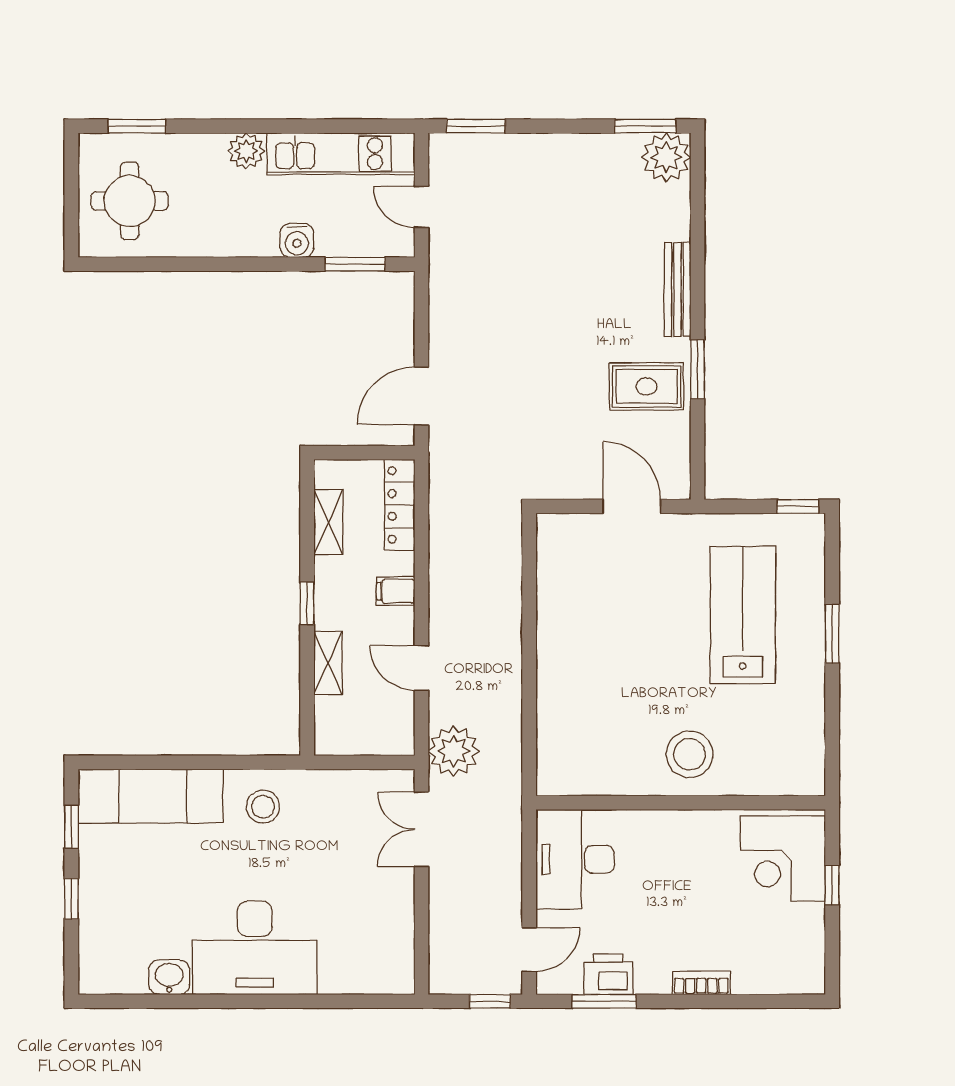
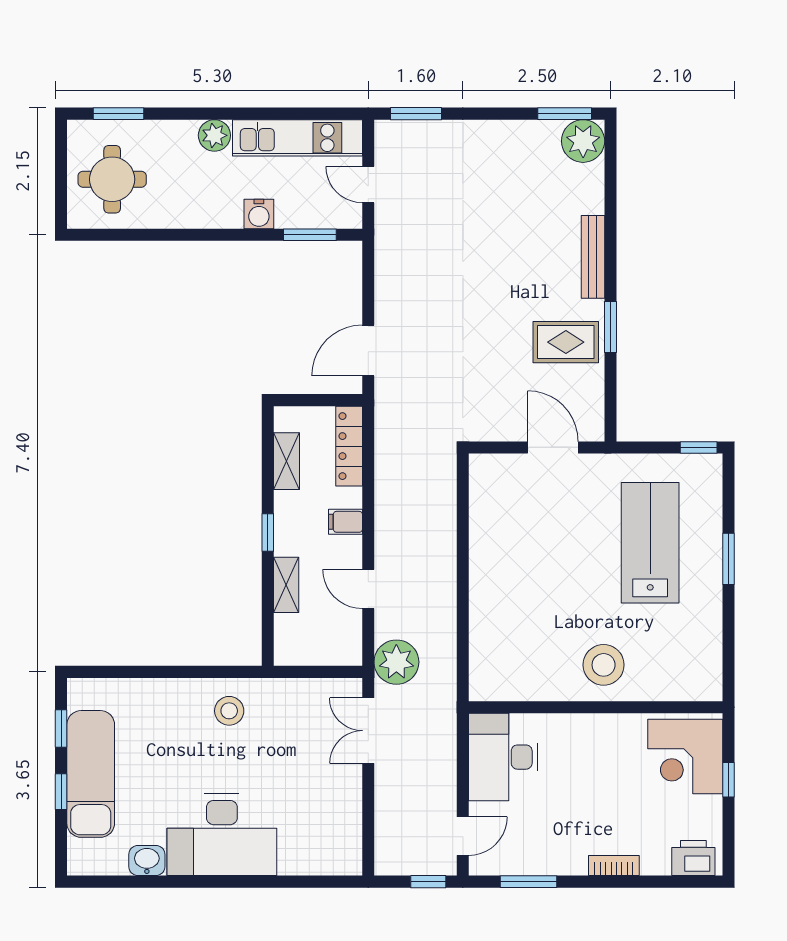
exam couch: (151, 796) -> (91, 774), moved, turned -90
printer: (608, 974) -> (693, 858), moved

